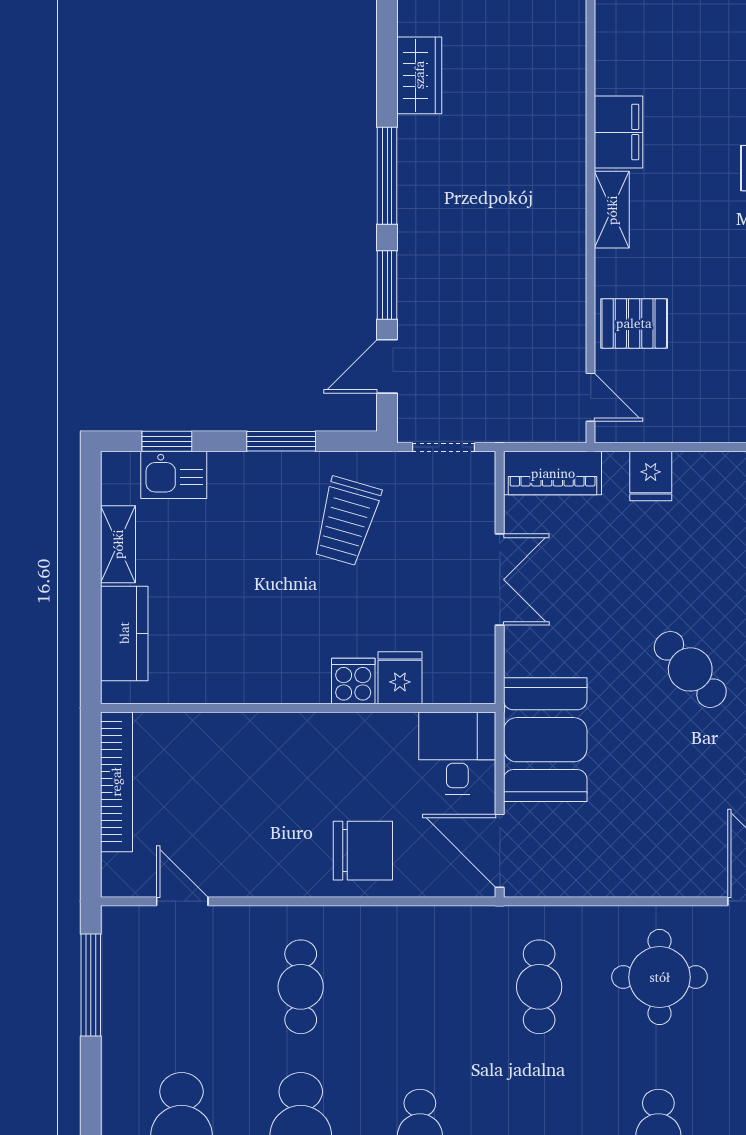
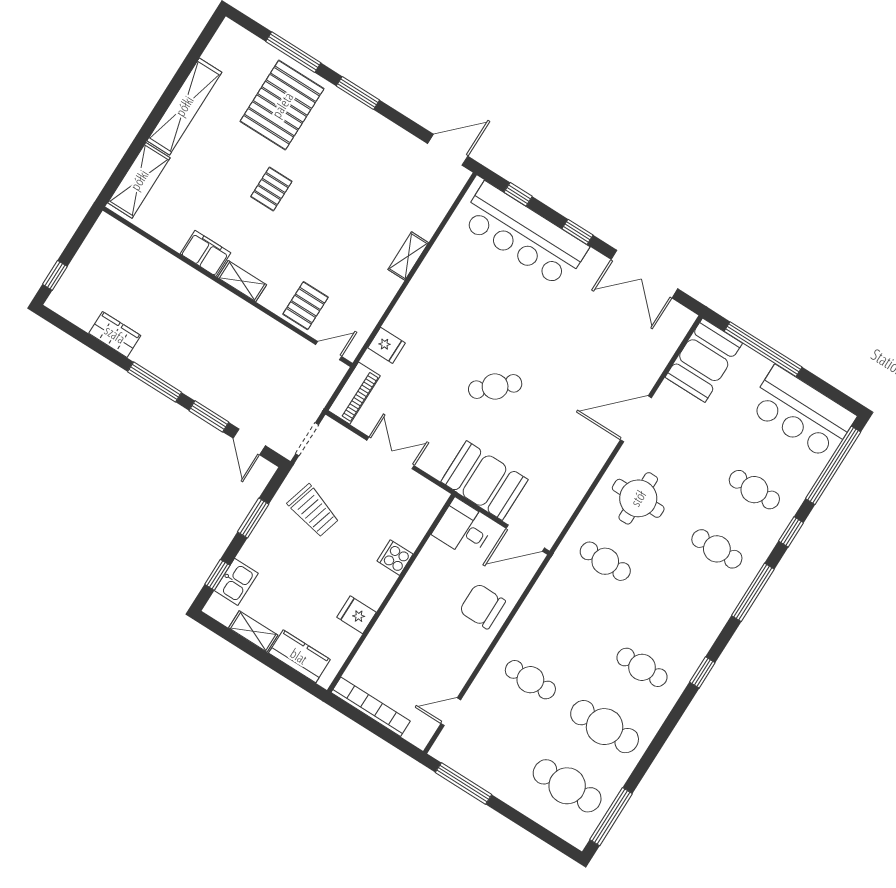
fridge: (400, 678) -> (357, 615), moved
chair: (363, 851) -> (482, 606), turned -90

